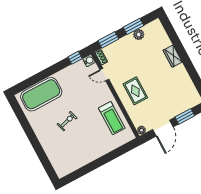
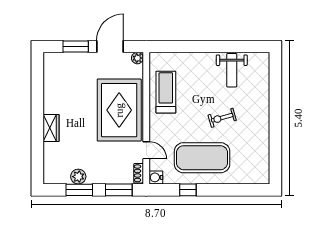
window: (75, 58) -> (188, 190), moved
rug: (135, 91) -> (119, 110), width x1.86, depth x2.06
exercise mat: (41, 94) -> (202, 158), moved
weight bench: (77, 155) -> (232, 70), added

